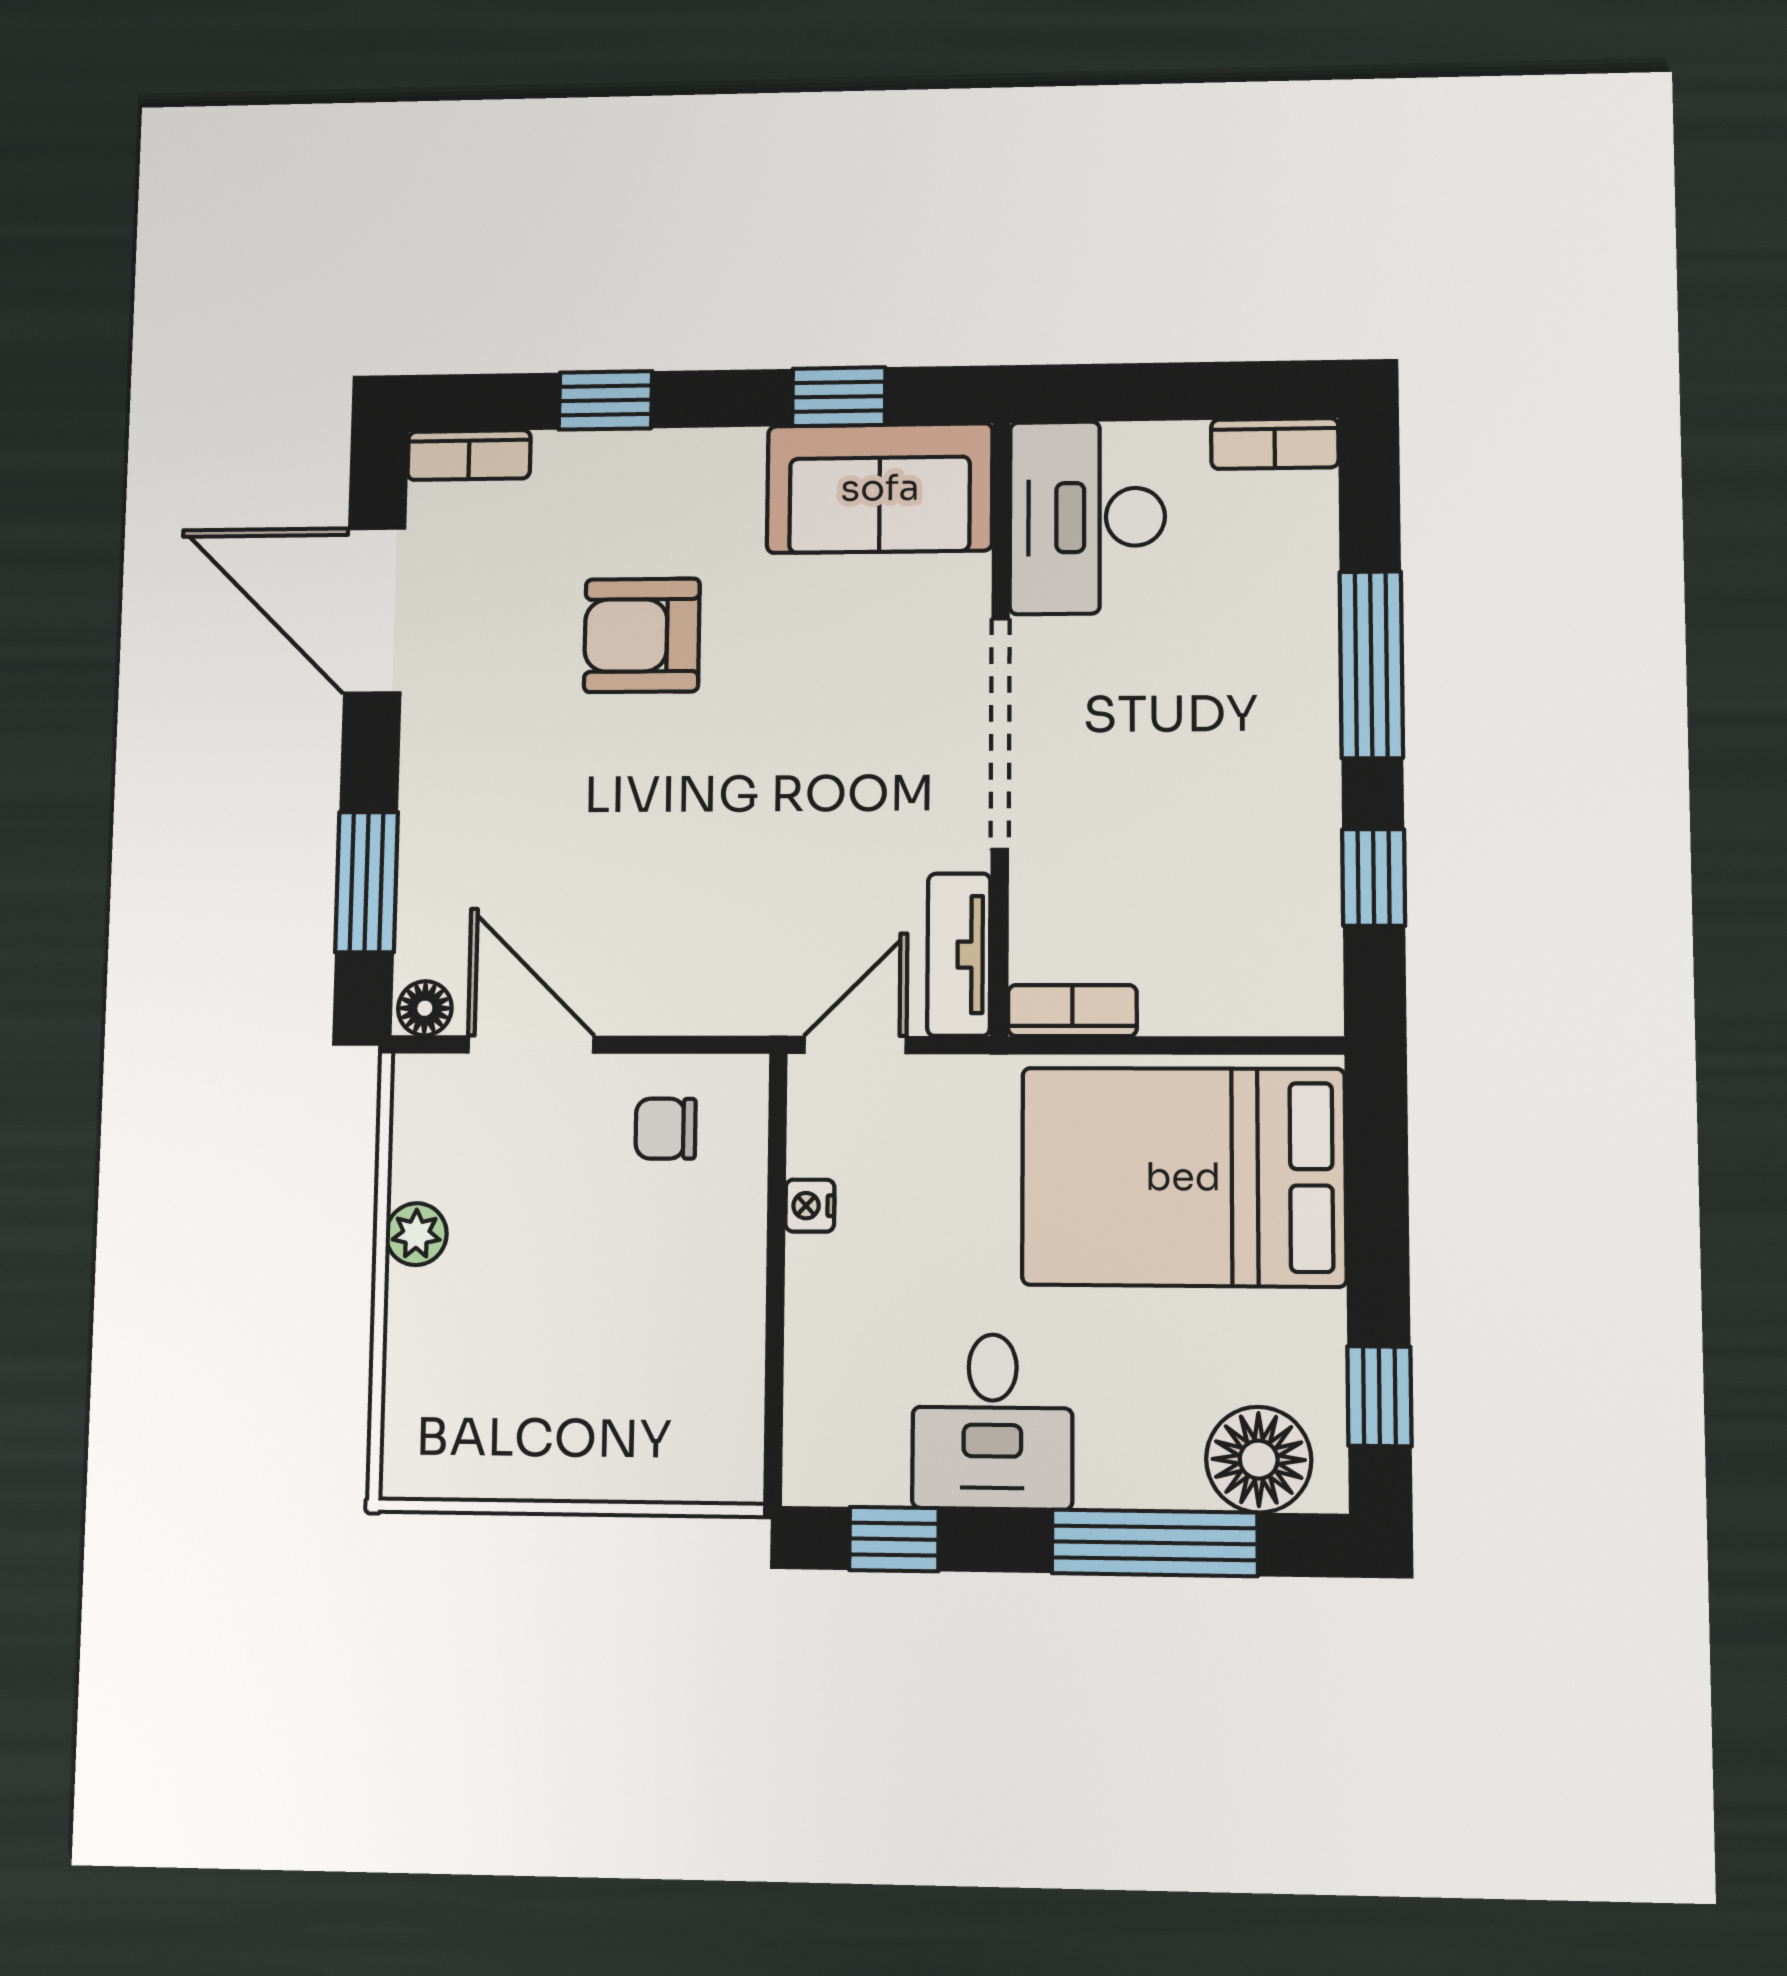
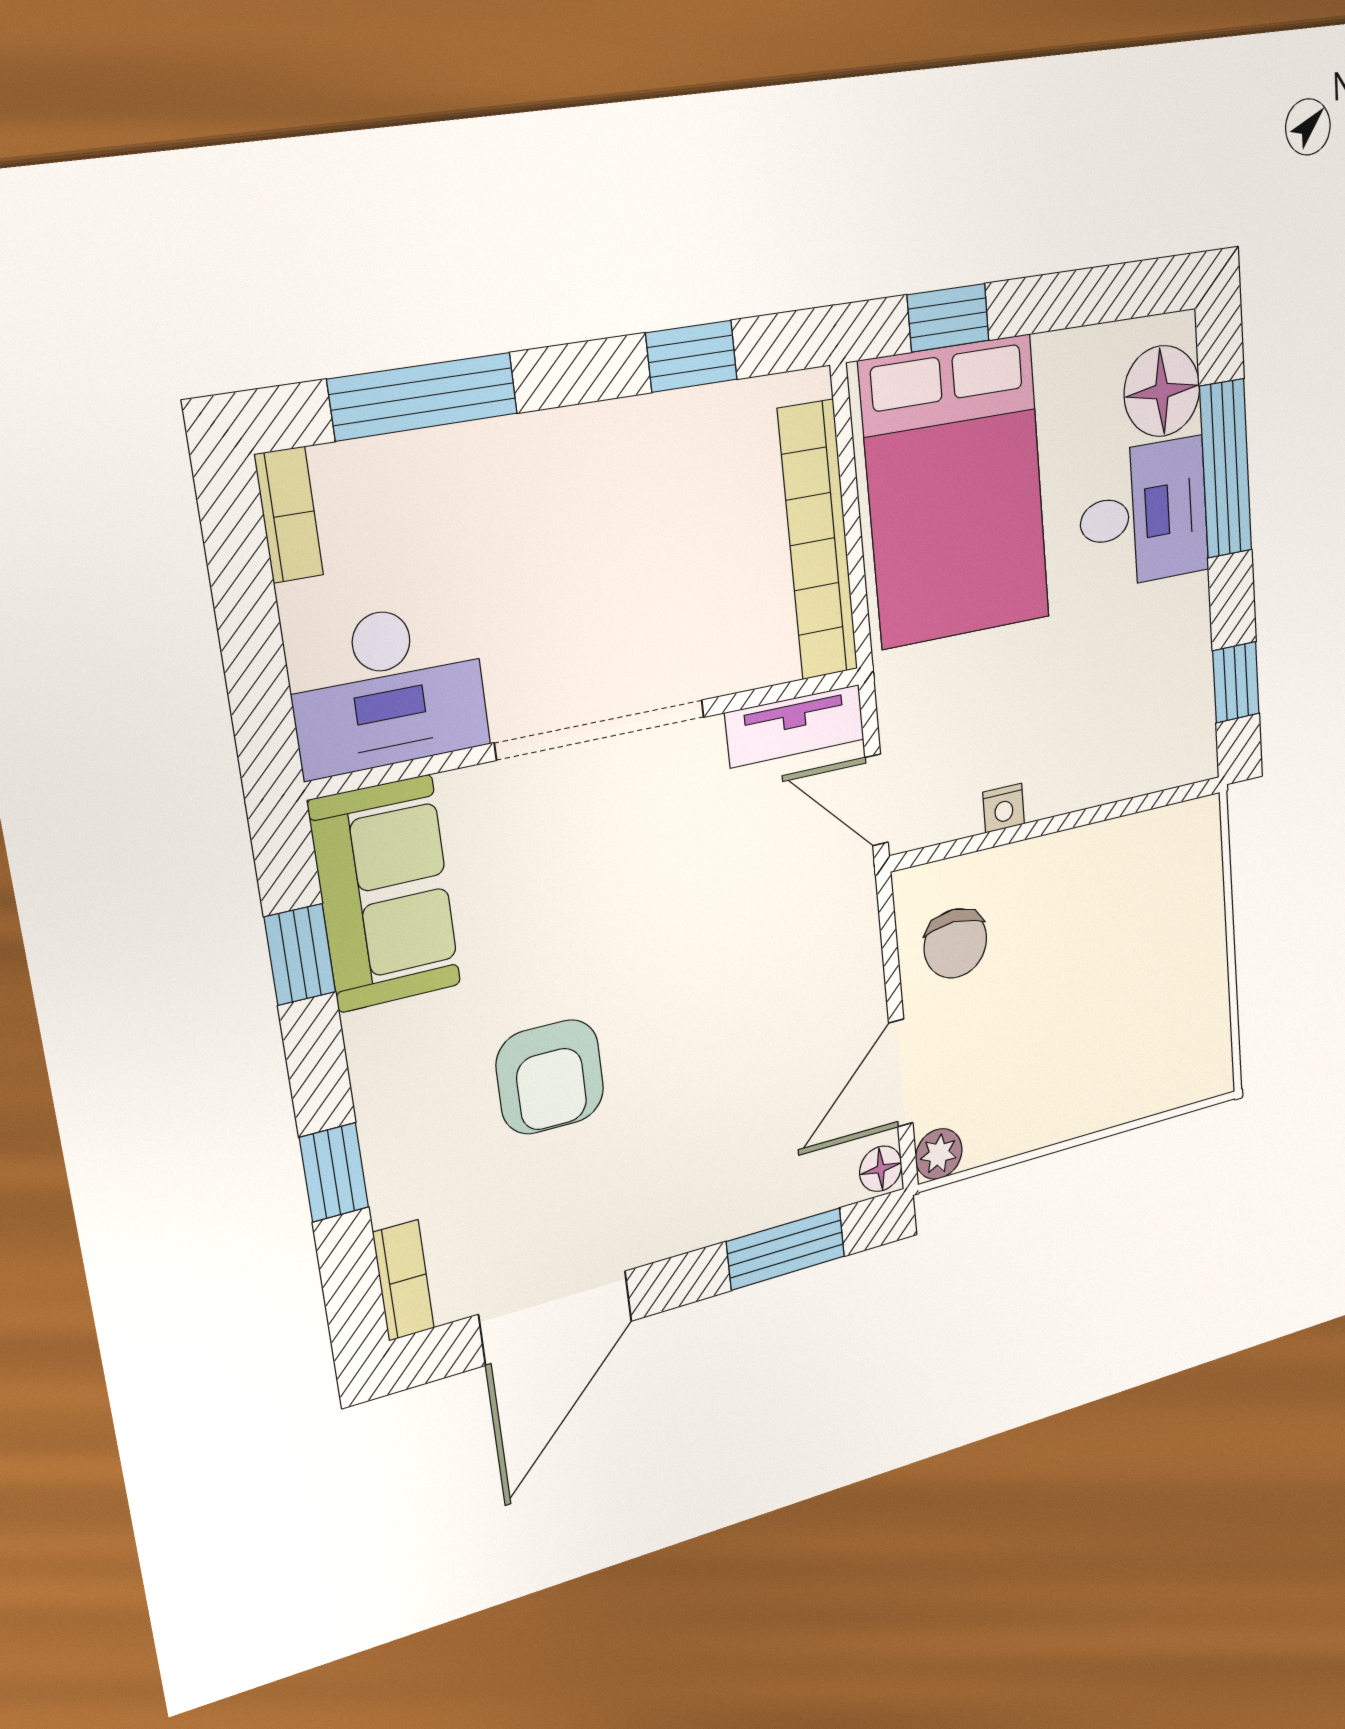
window: (1371, 665) -> (423, 396), moved
bookcase: (1072, 1011) -> (818, 541), width x2.31, depth x1.31
chair: (666, 1129) -> (955, 943), width x1.37, depth x1.37
plant: (416, 1234) -> (939, 1154), moved
window: (1379, 1396) -> (948, 318), moved
desk: (992, 1421) -> (1144, 514), moved

